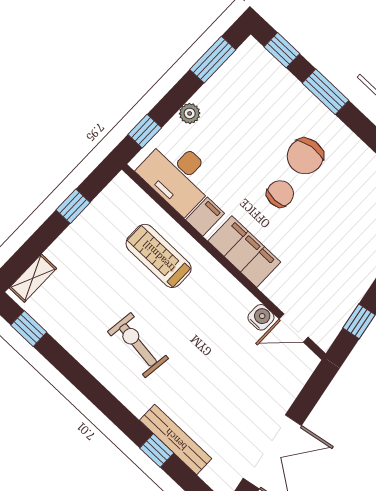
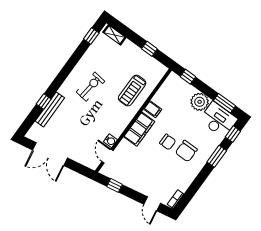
plant: (190, 113) -> (200, 102), width x1.87, depth x1.87
chair: (305, 156) -> (186, 151), turned -82
desk: (178, 175) -> (218, 120), moved, turned 90
treadmill: (159, 256) -> (132, 91), turned 180

